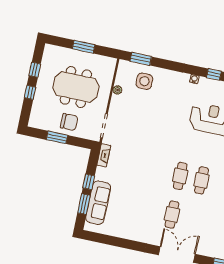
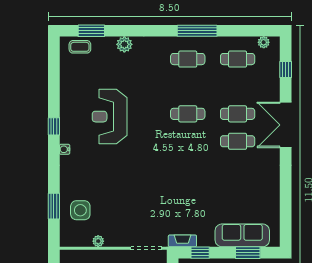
window: (141, 59) -> (54, 206), moved
cafe table: (180, 176) -> (238, 114), moved
window: (89, 182) -> (200, 253), moved

